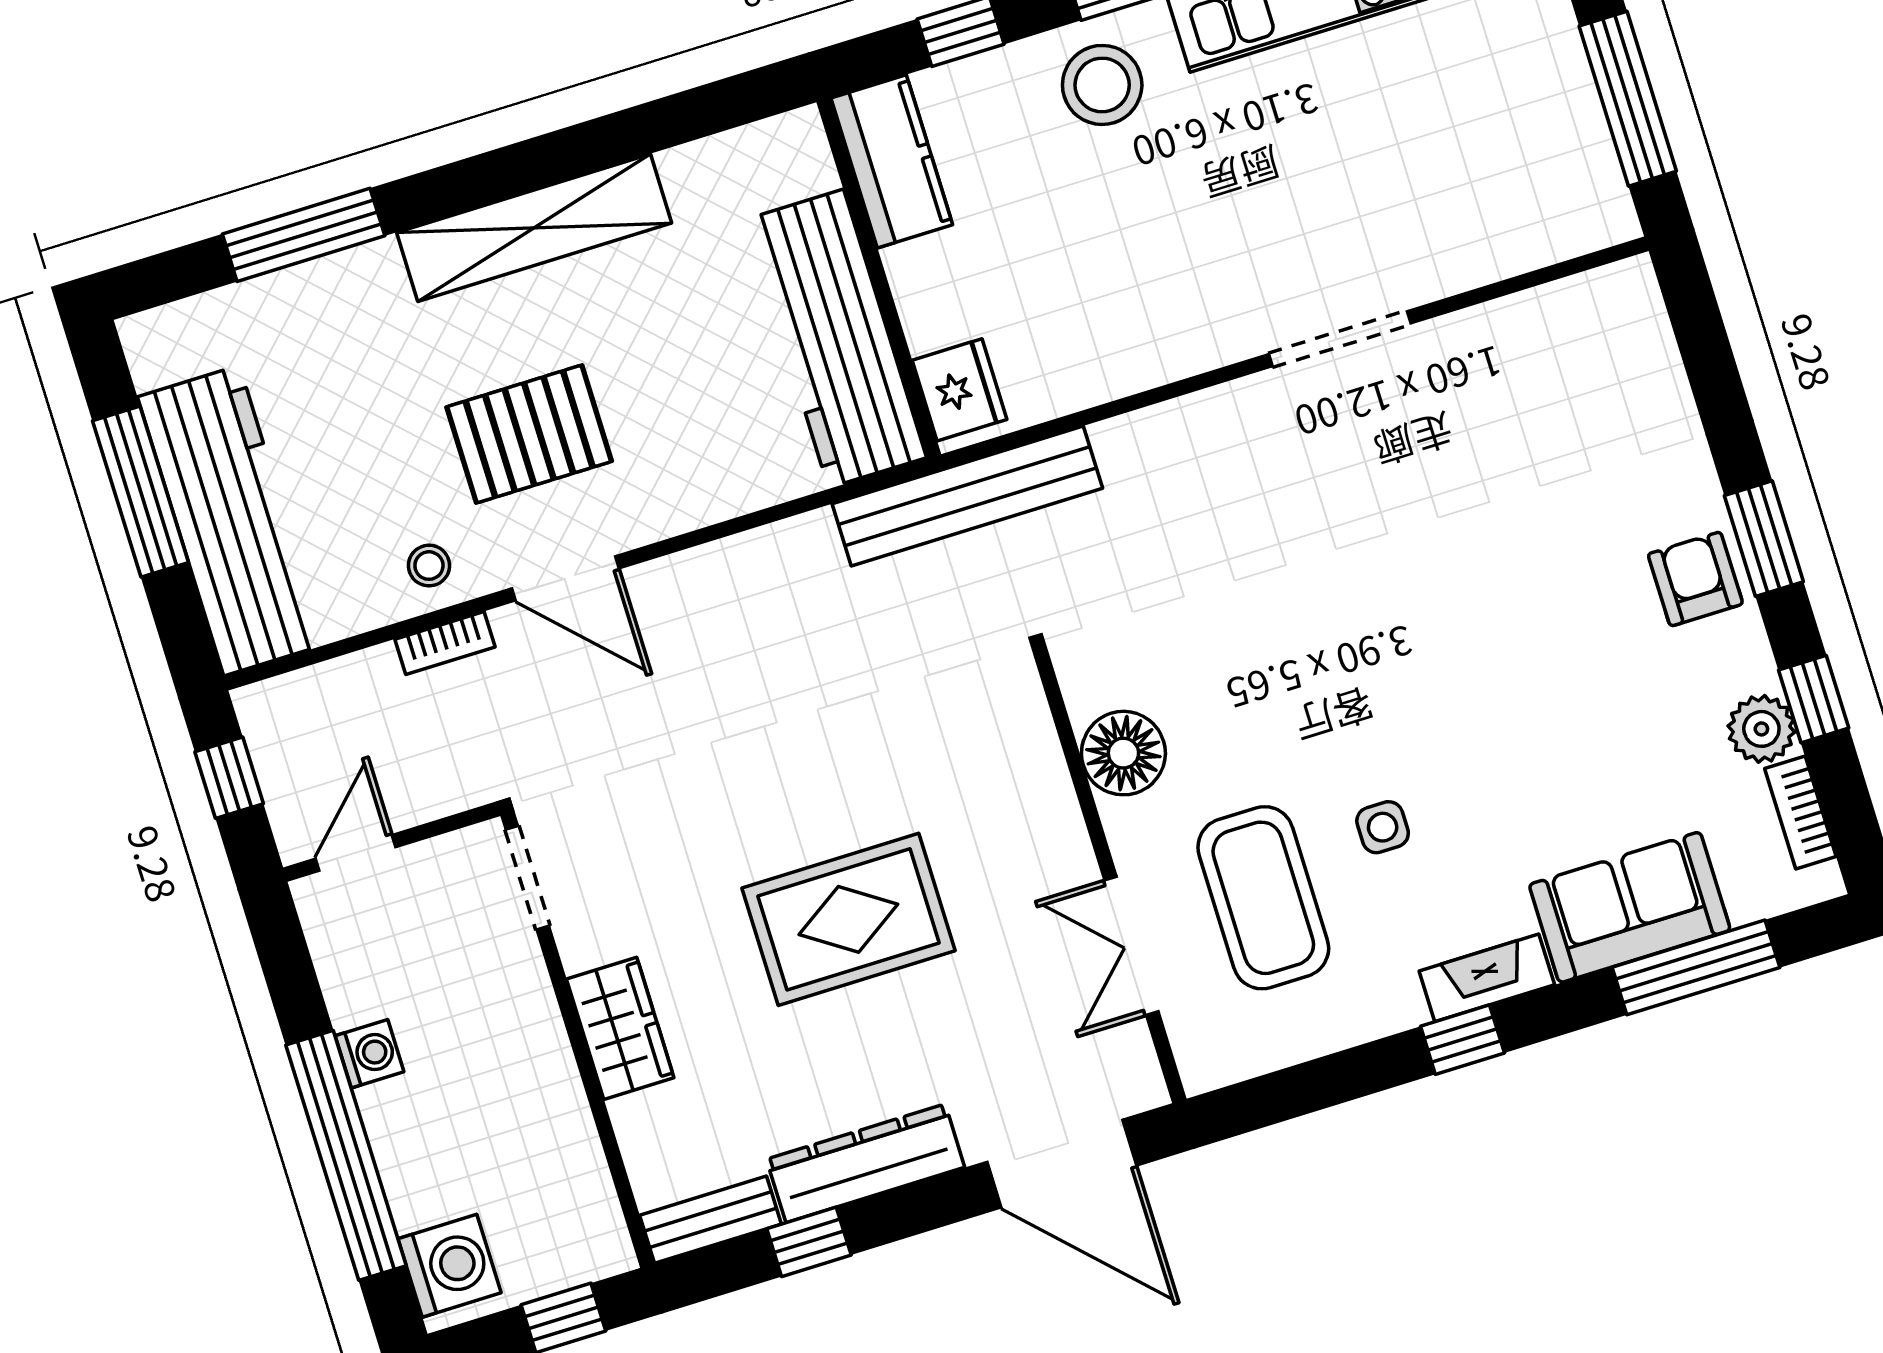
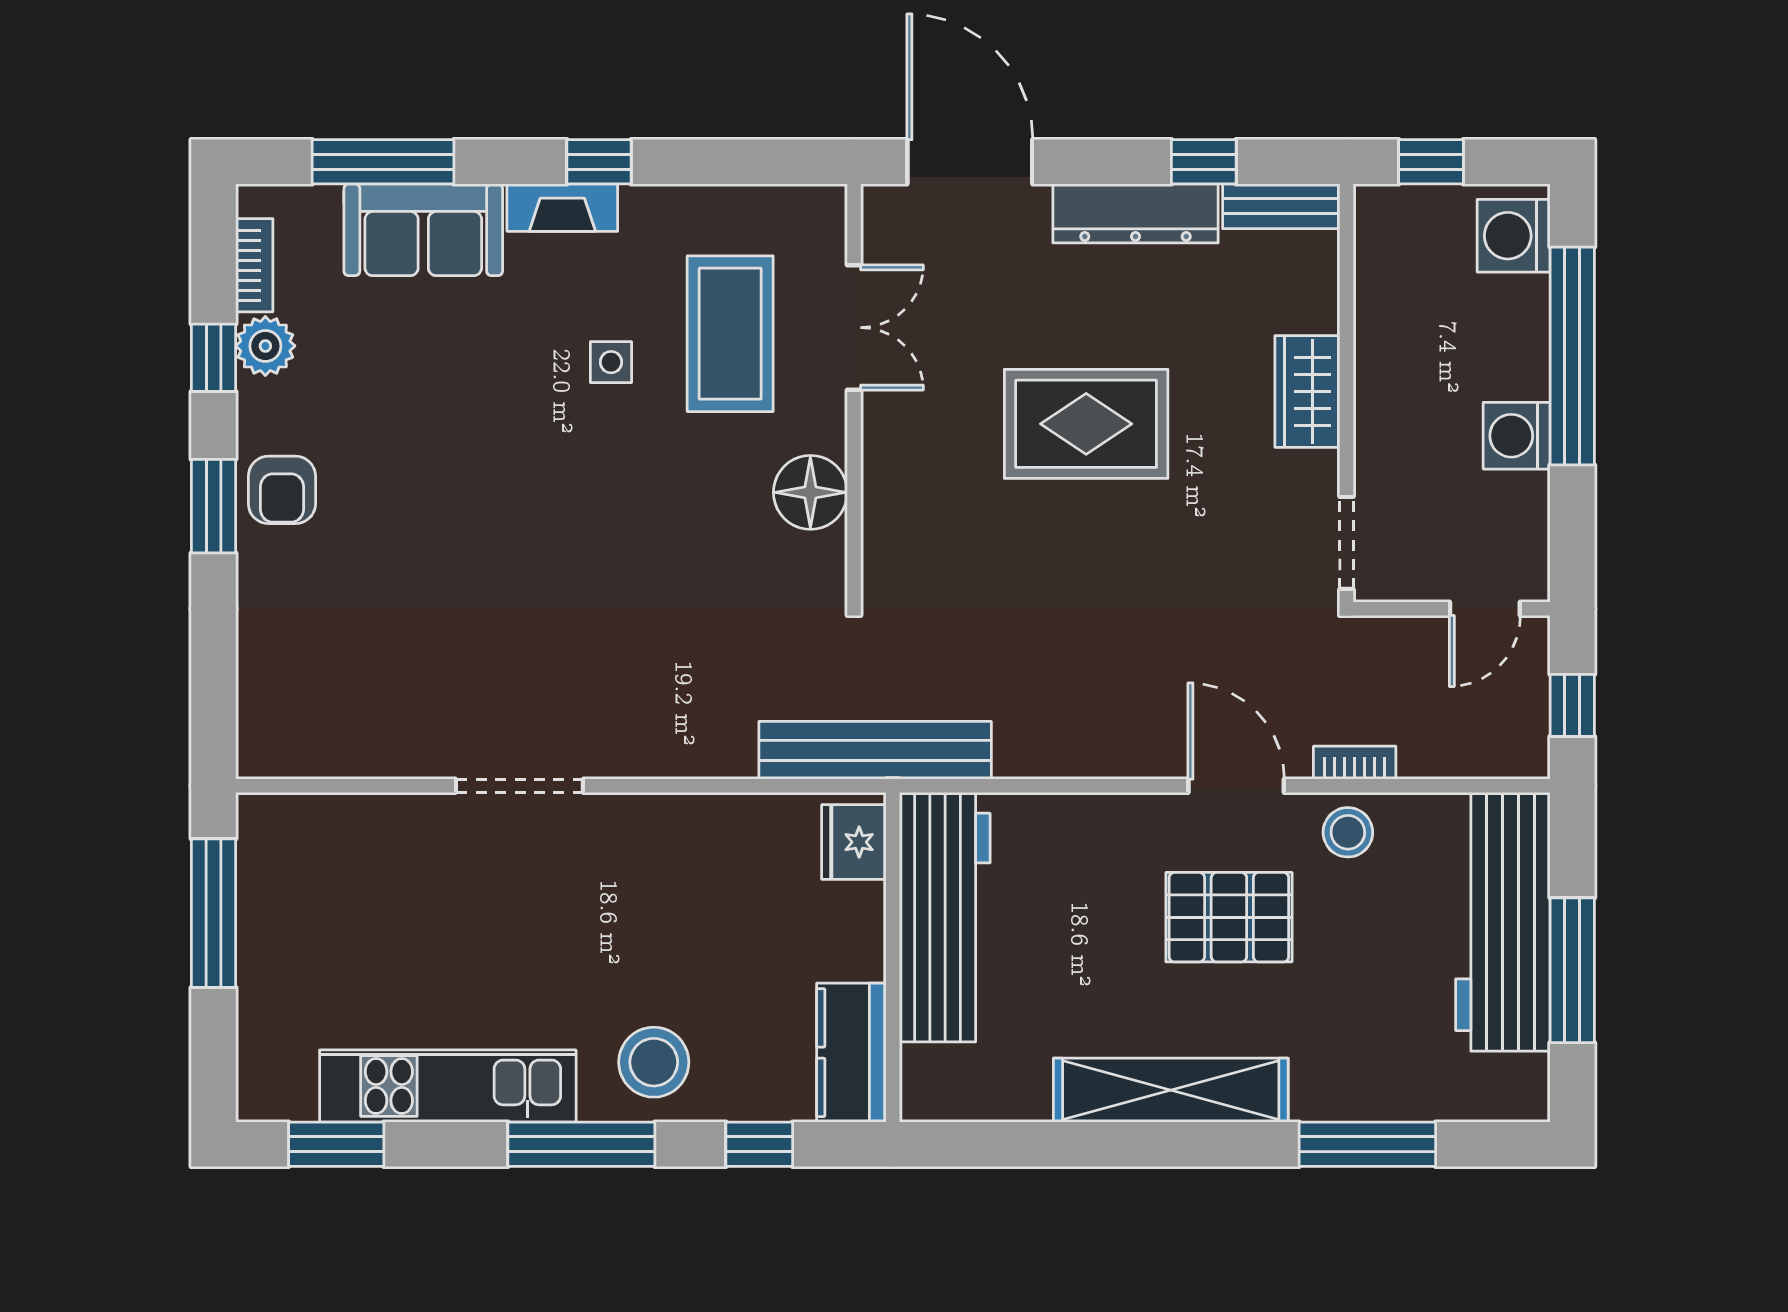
stool: (429, 566) -> (1348, 832), width x1.37, depth x1.37
washing machine: (369, 1054) -> (1517, 436), width x1.38, depth x1.38

